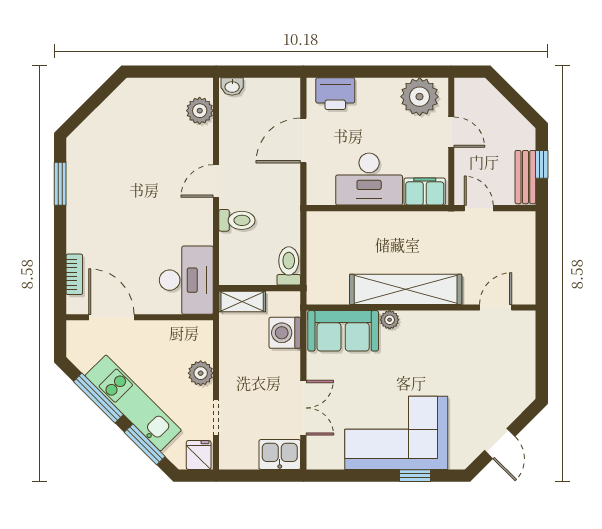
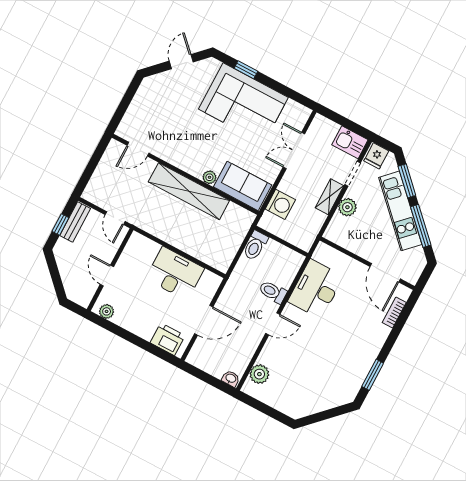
plant: (420, 97) -> (107, 311), width x0.53, depth x0.53
filing cabinet: (425, 192) -> (144, 247), removed
desk: (186, 280) -> (316, 289), moved
shelving: (242, 301) -> (330, 197), moved, turned 90
kitchen sink: (280, 455) -> (350, 142), moved

